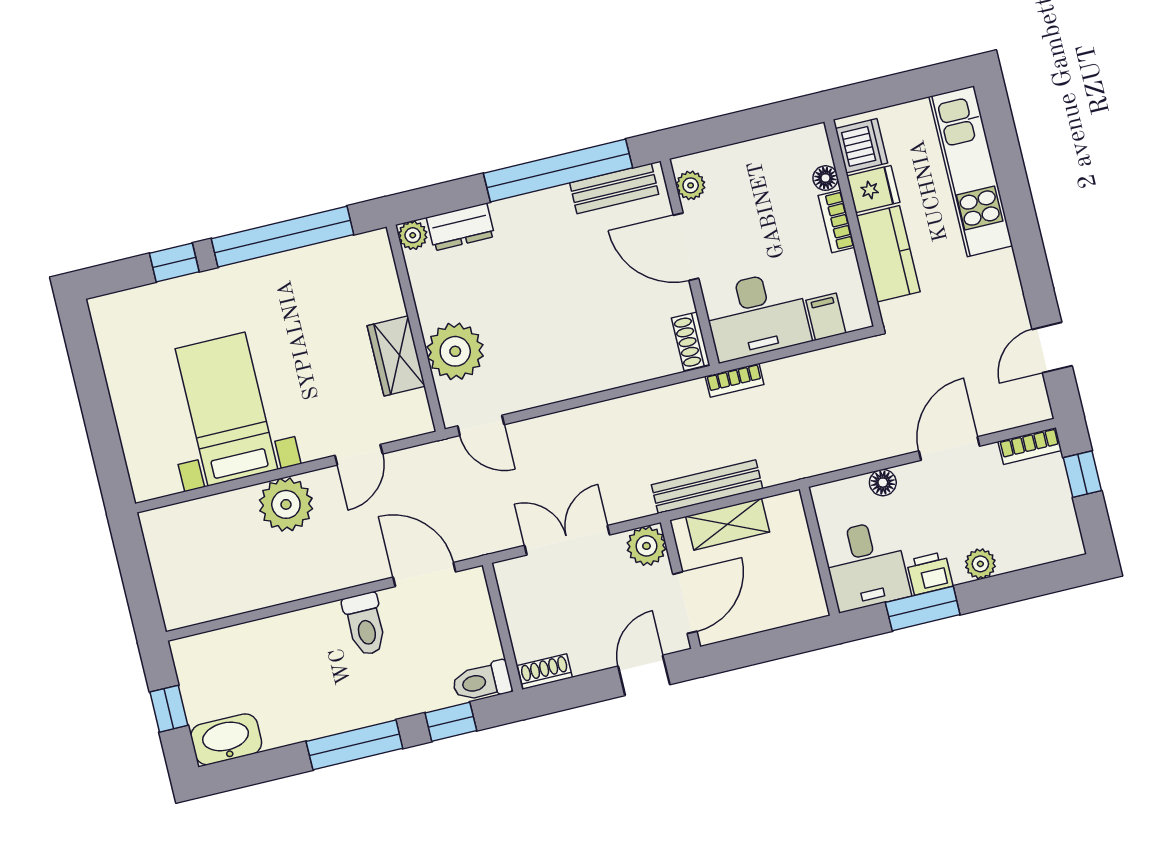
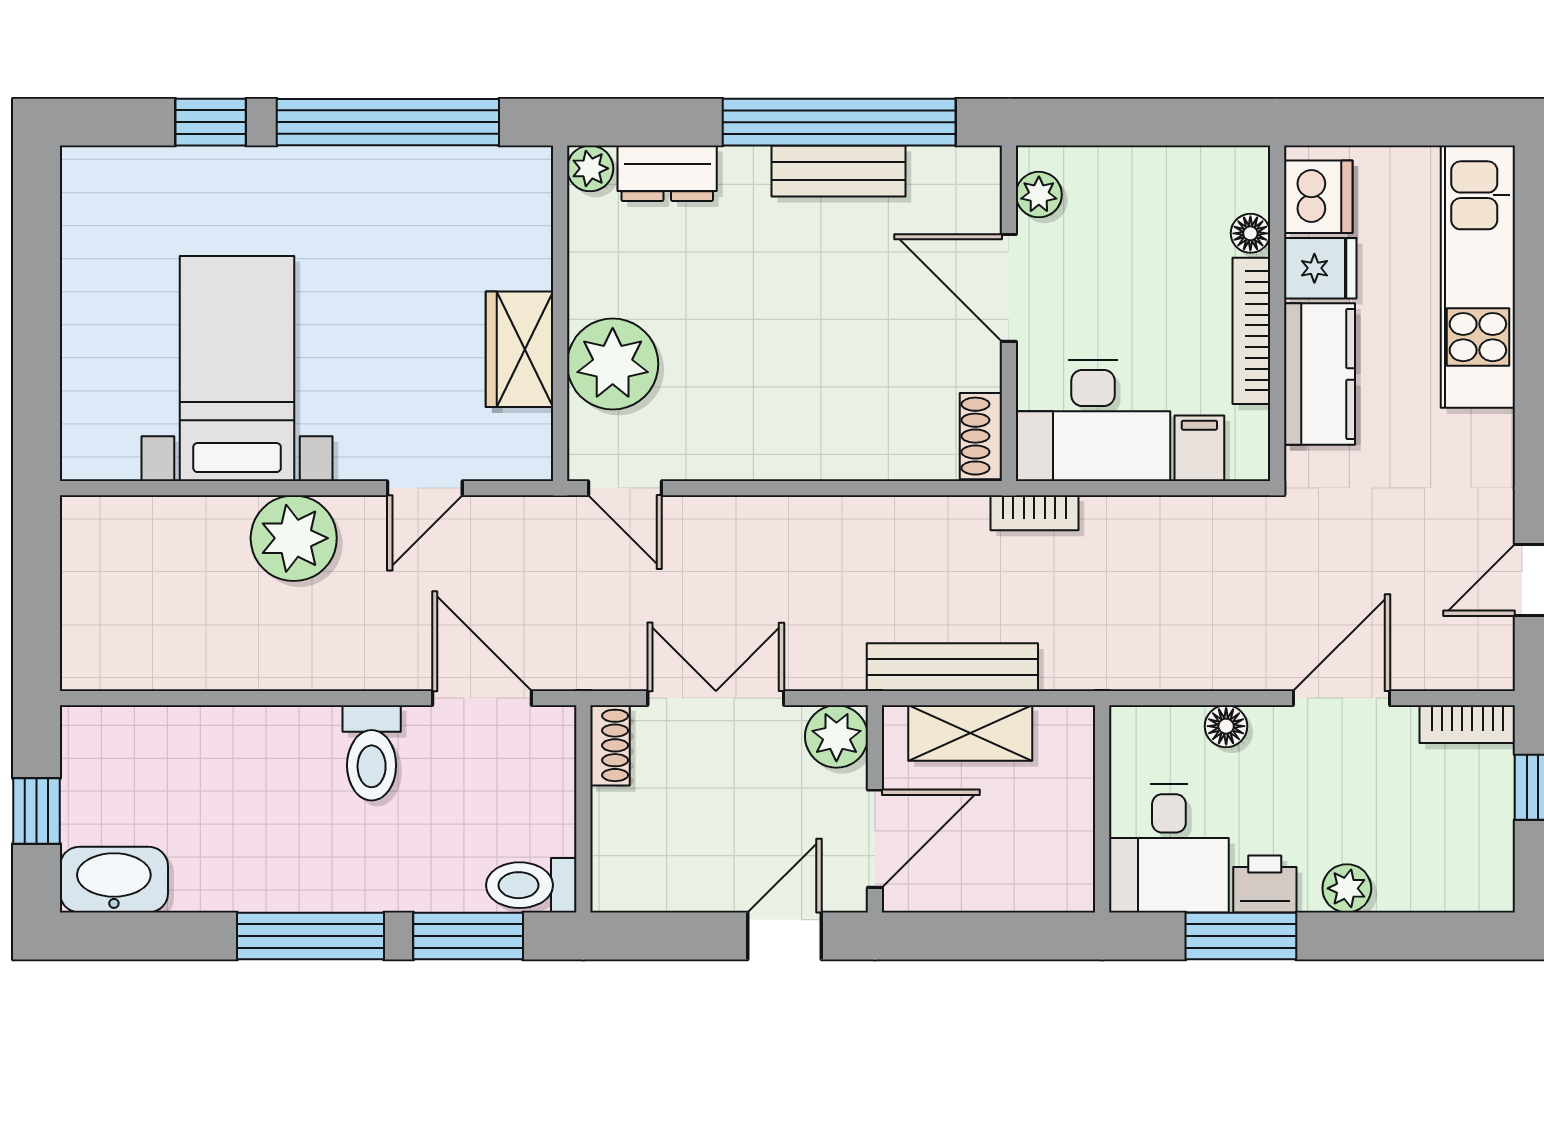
bench: (614, 189) -> (838, 171), moved
bookcase: (836, 221) -> (1251, 331), width x1.56
shoe rack: (545, 671) -> (610, 745), moved, turned 90
window: (451, 722) -> (468, 936), width x1.50

